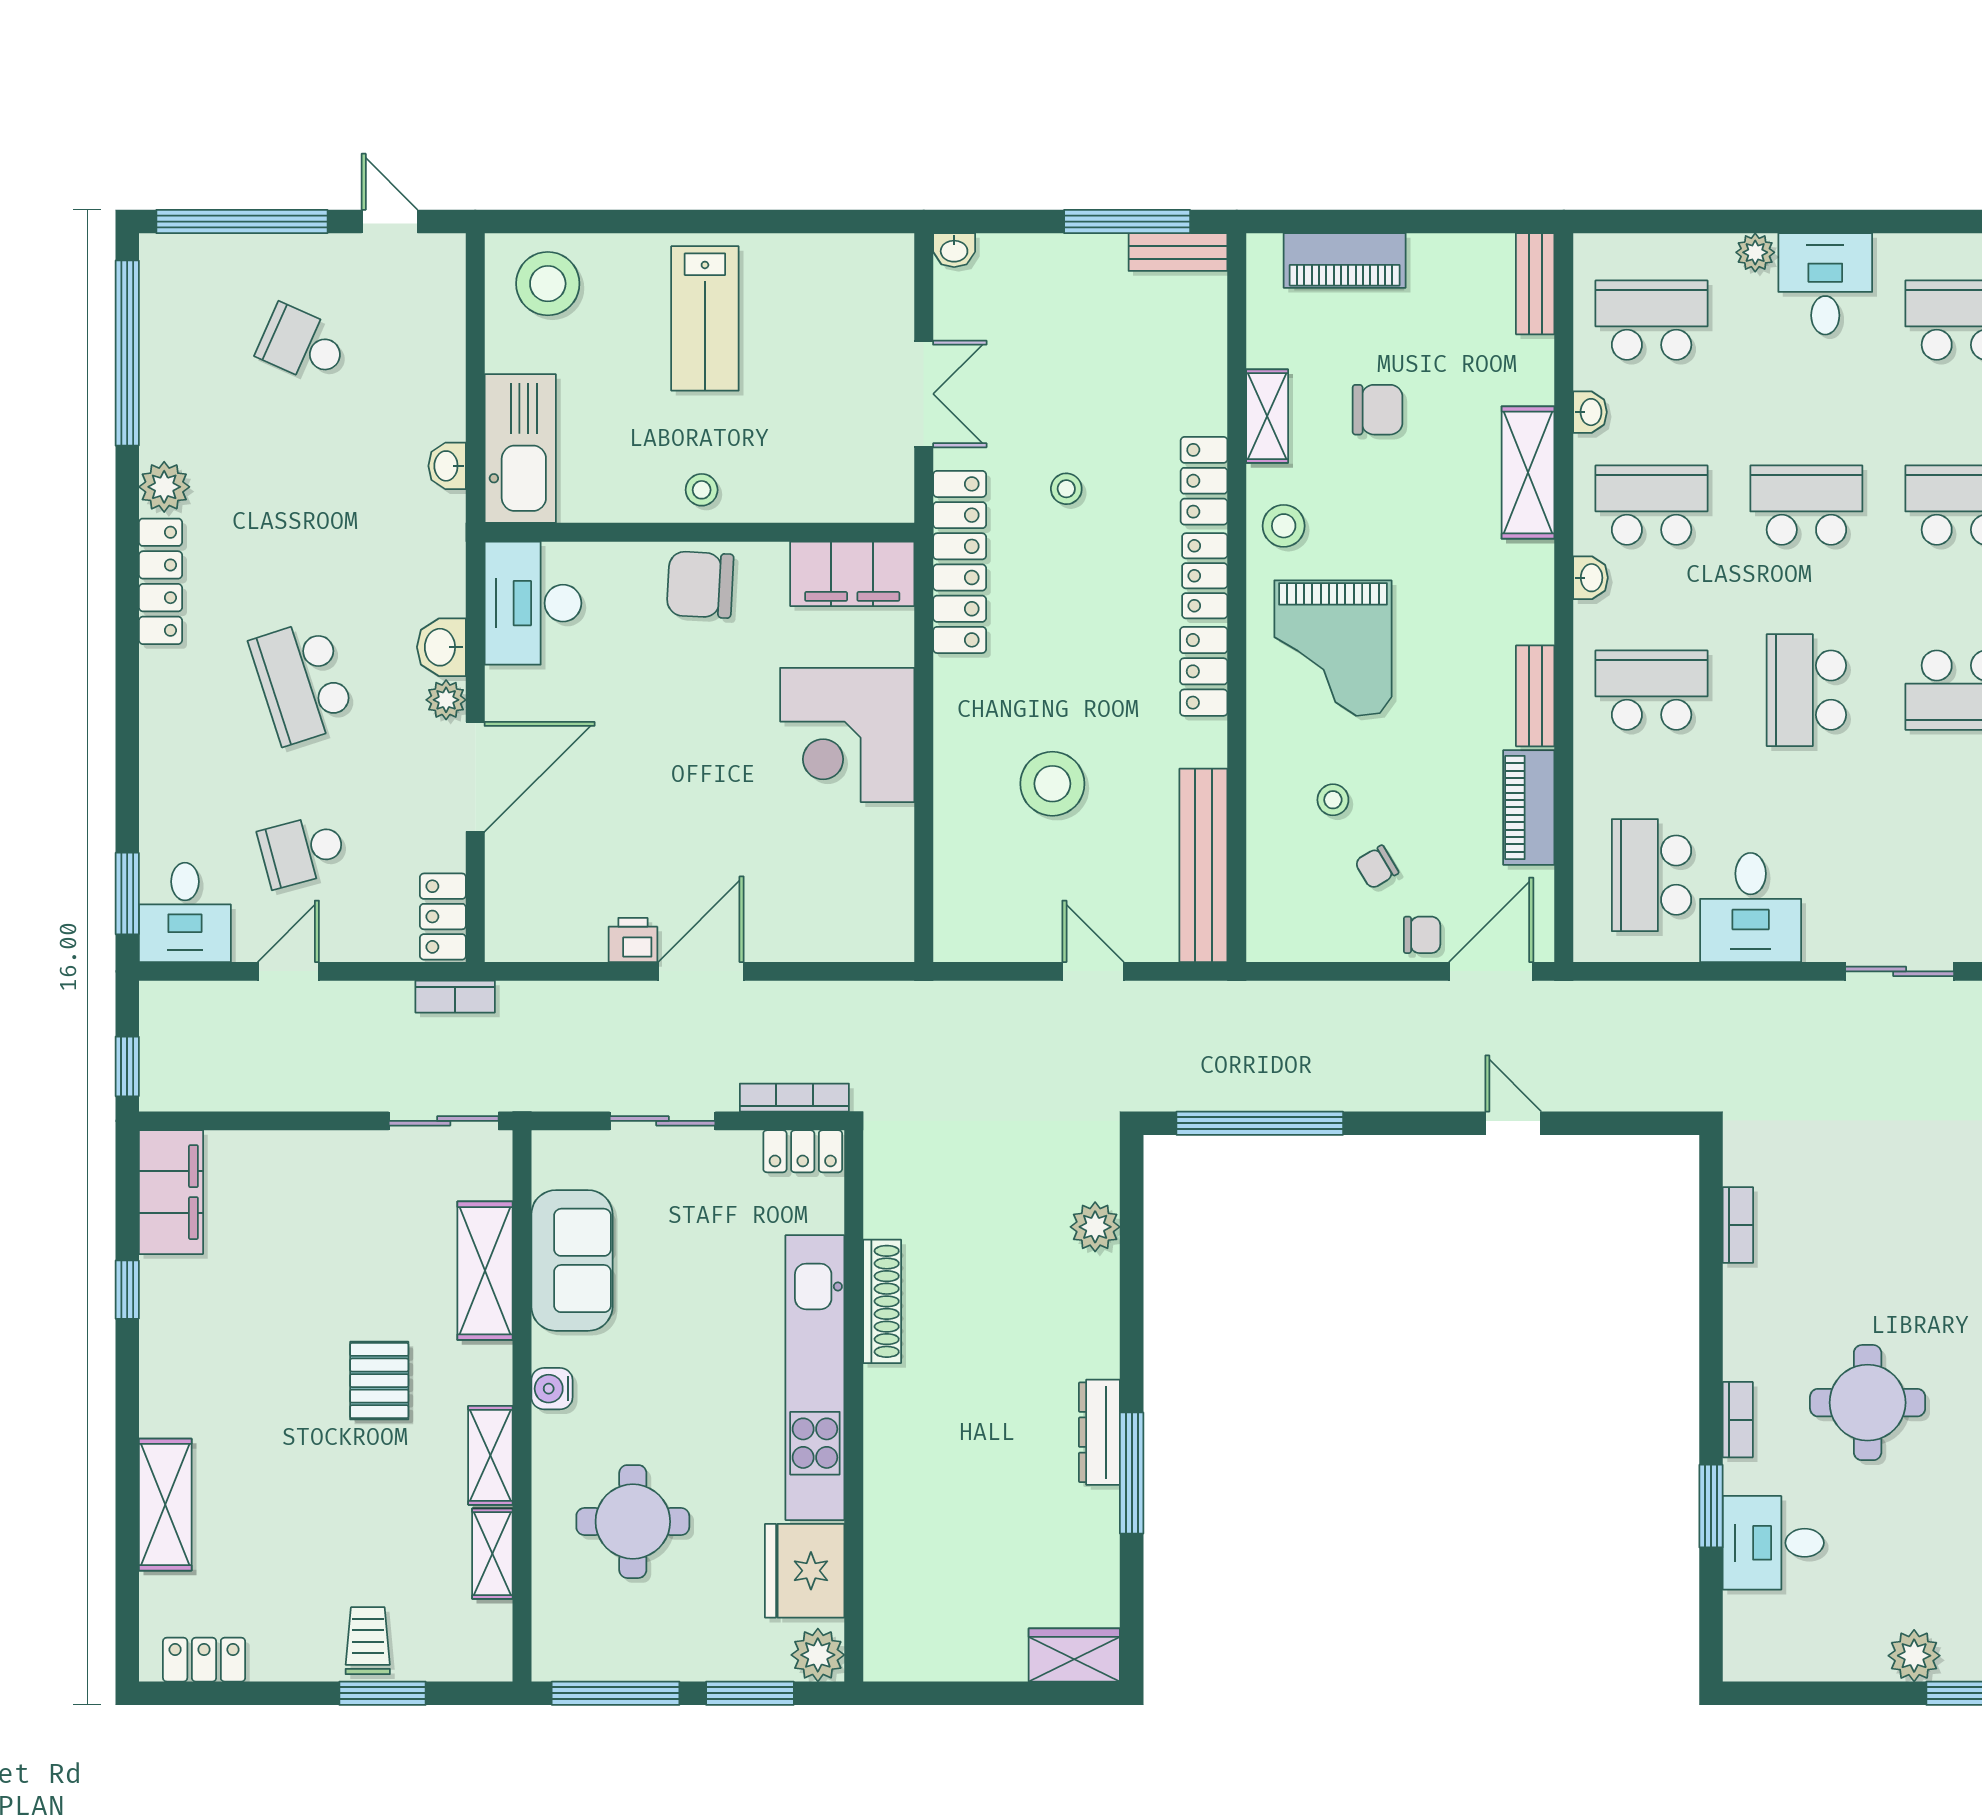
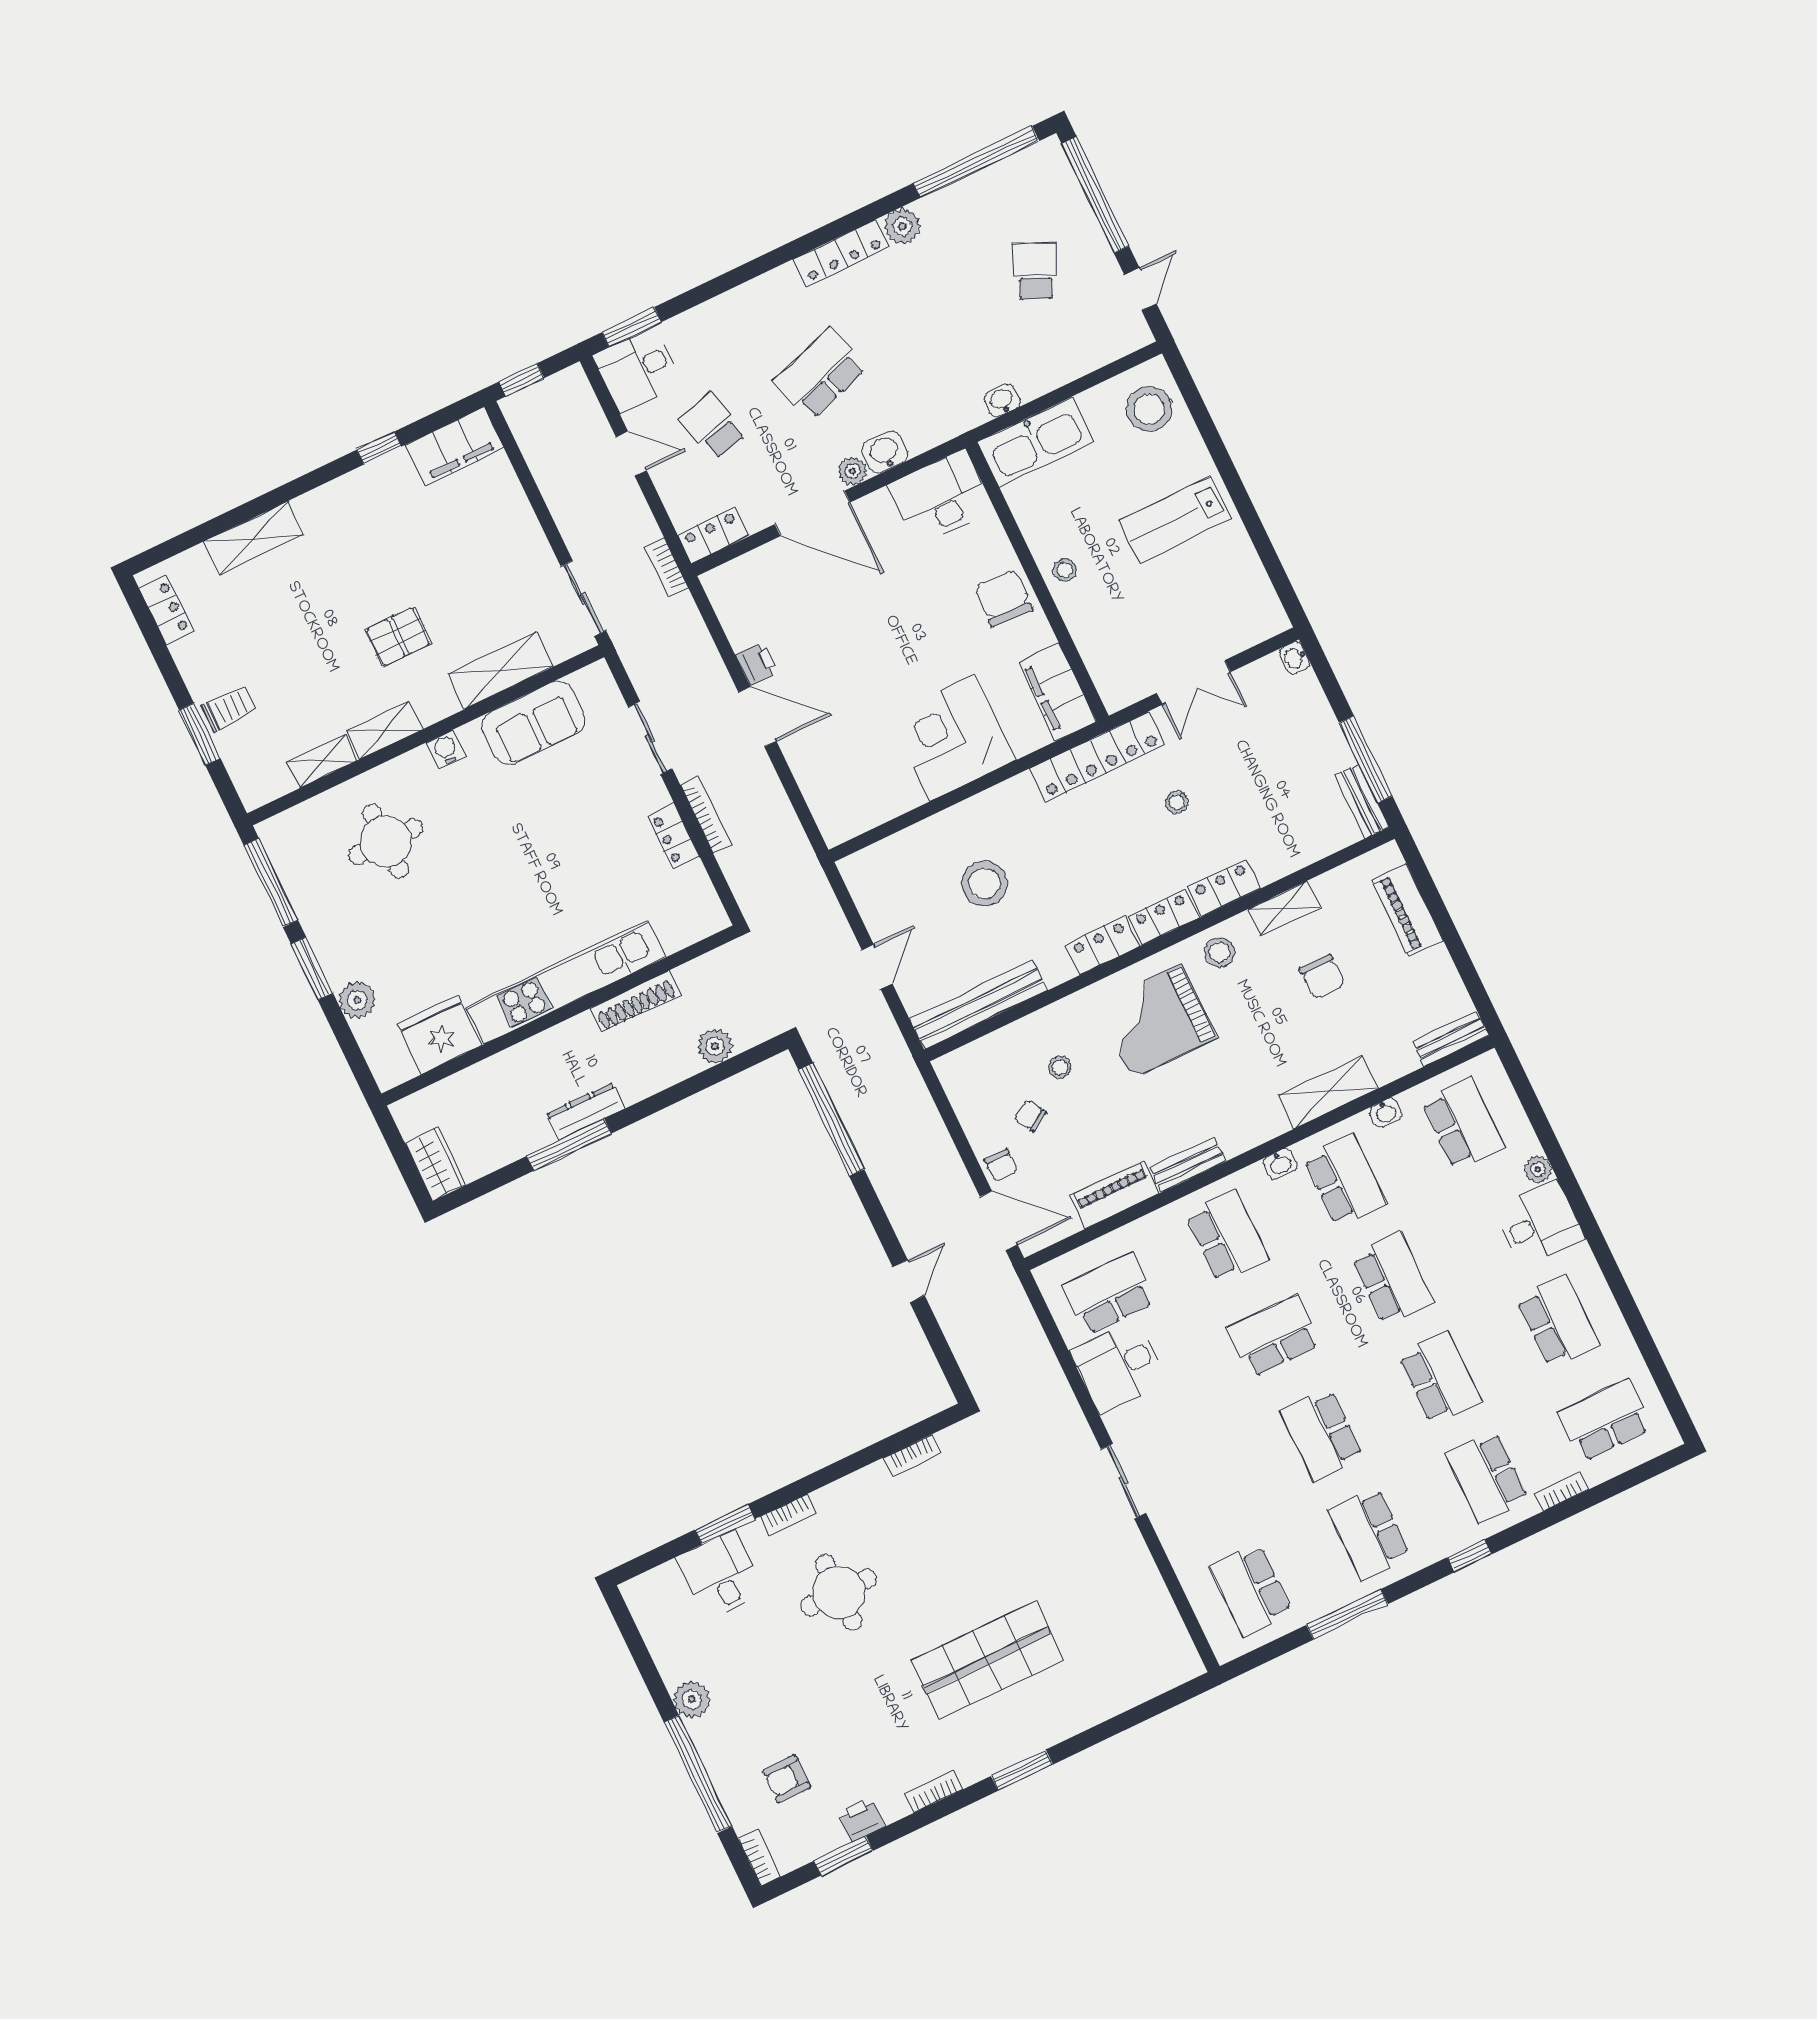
shoe rack: (882, 1301) -> (635, 1002), moved
kitchen unit: (815, 1378) -> (566, 982), moved
wall: (854, 1406) -> (560, 1015), moved
fridge: (805, 1571) -> (440, 1034), moved

